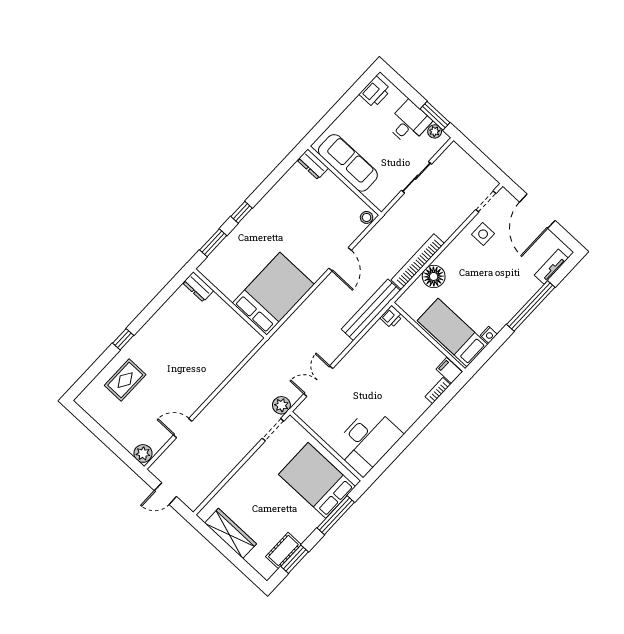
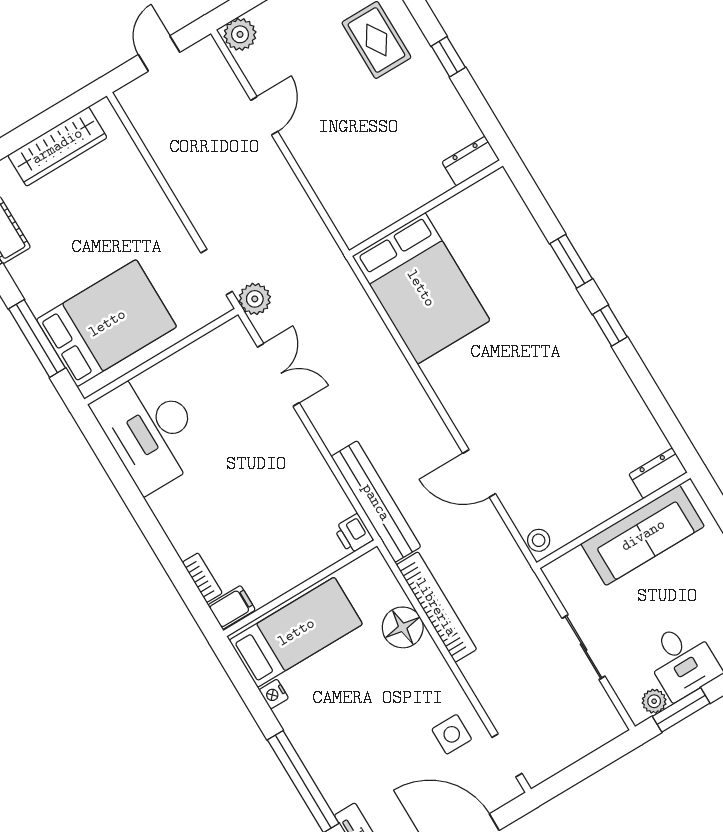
dresser: (198, 287) -> (471, 161), moved
bed: (273, 294) -> (421, 288), moved
wall: (230, 303) -> (426, 208), moved

